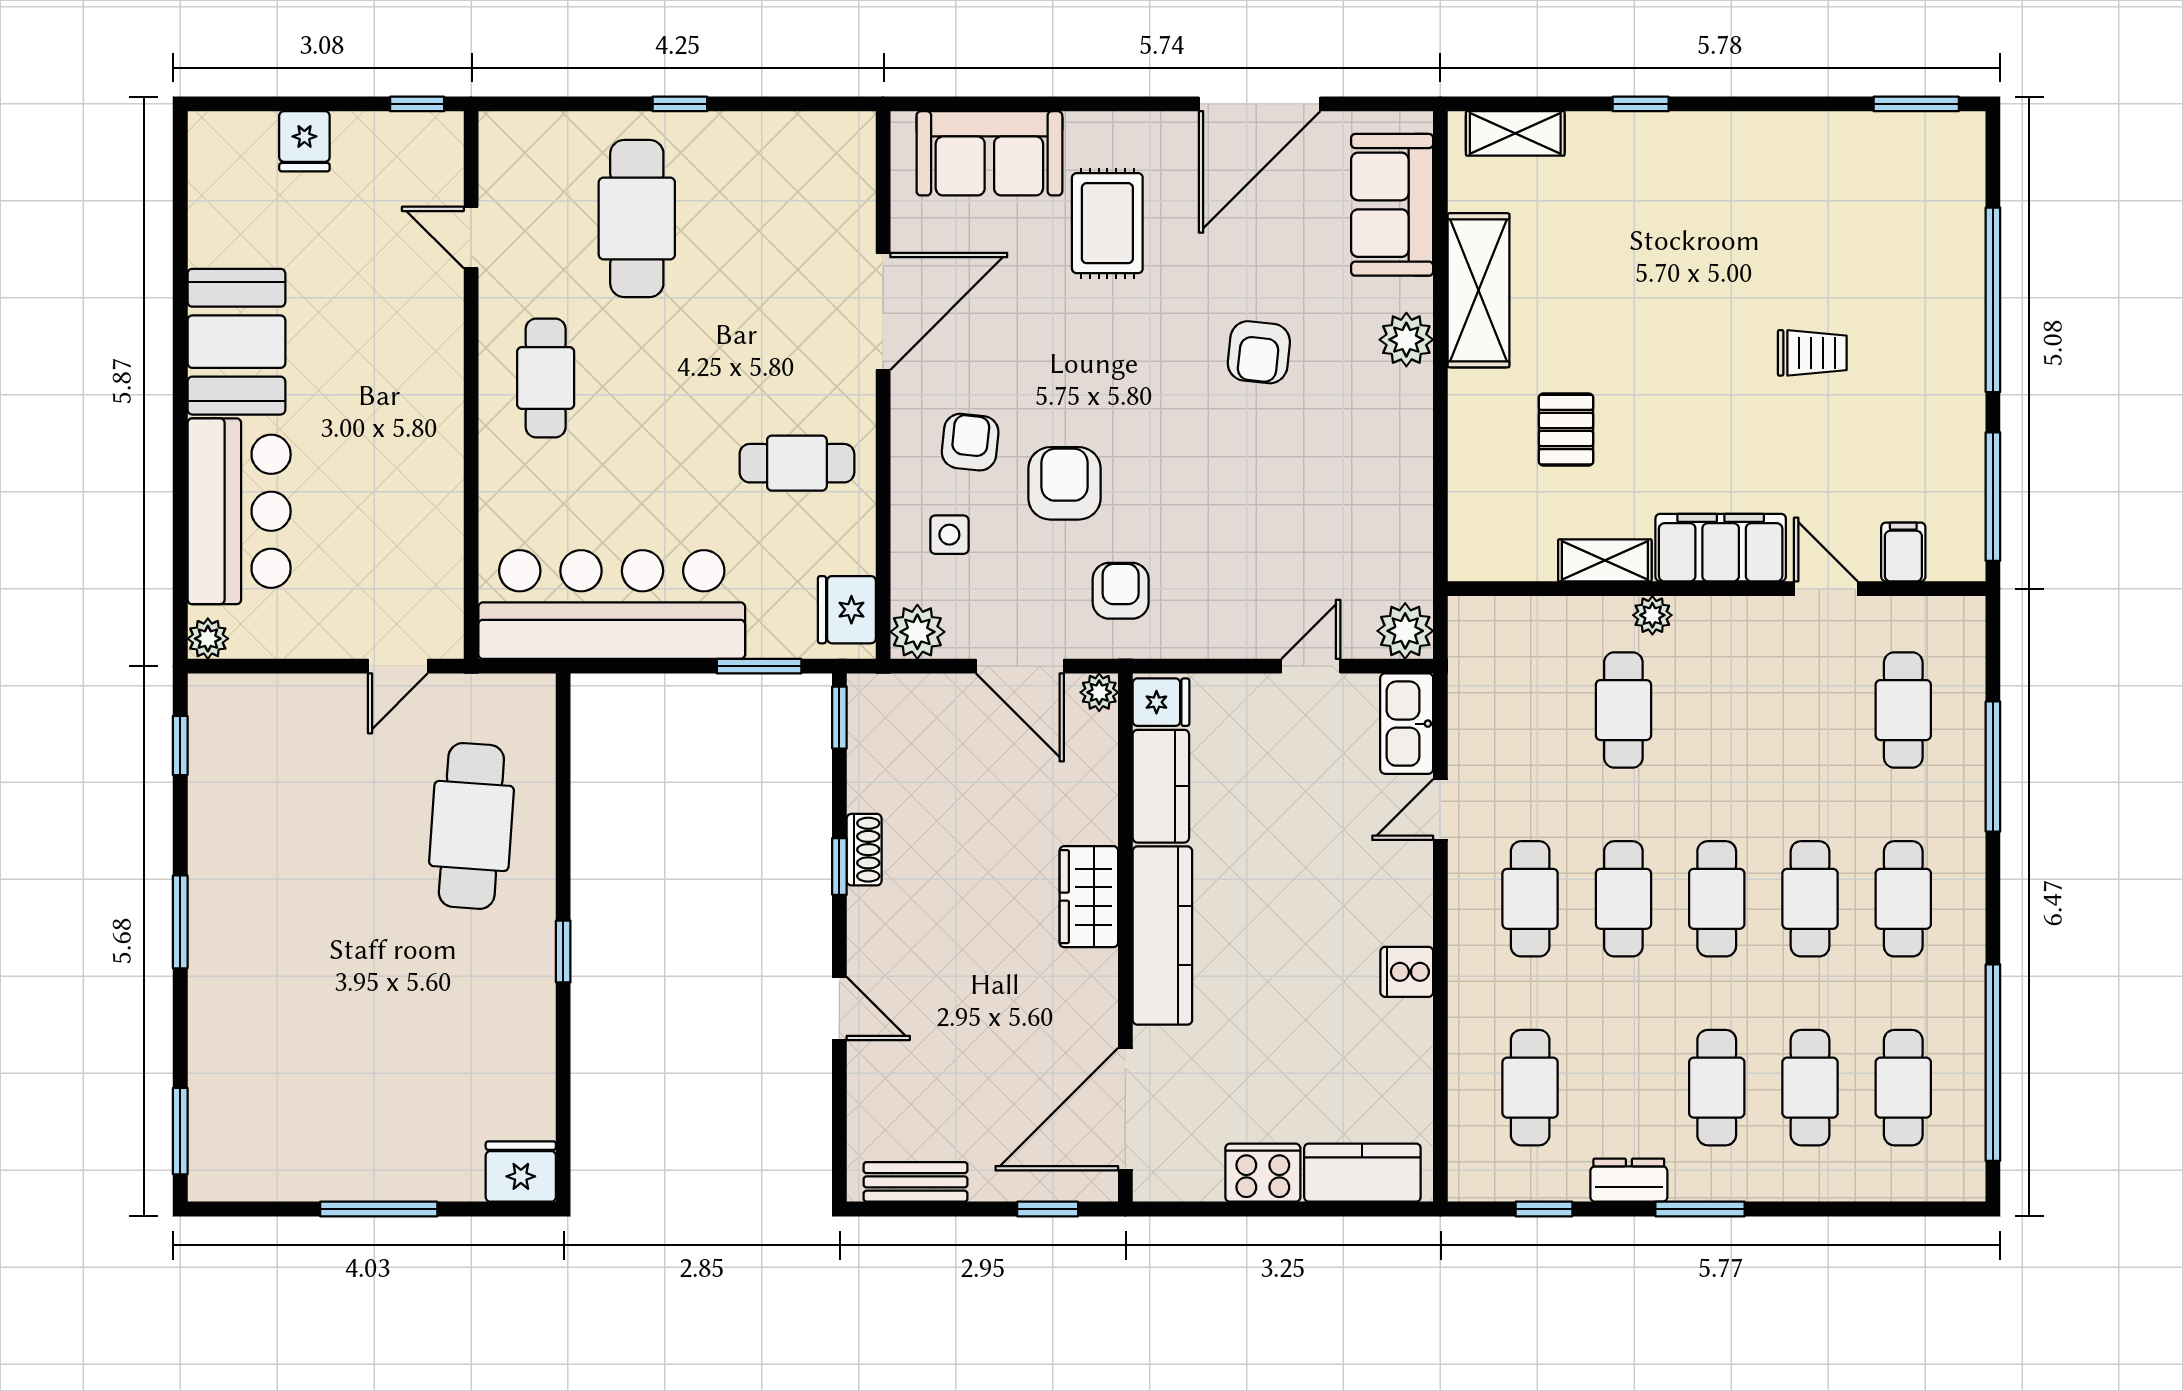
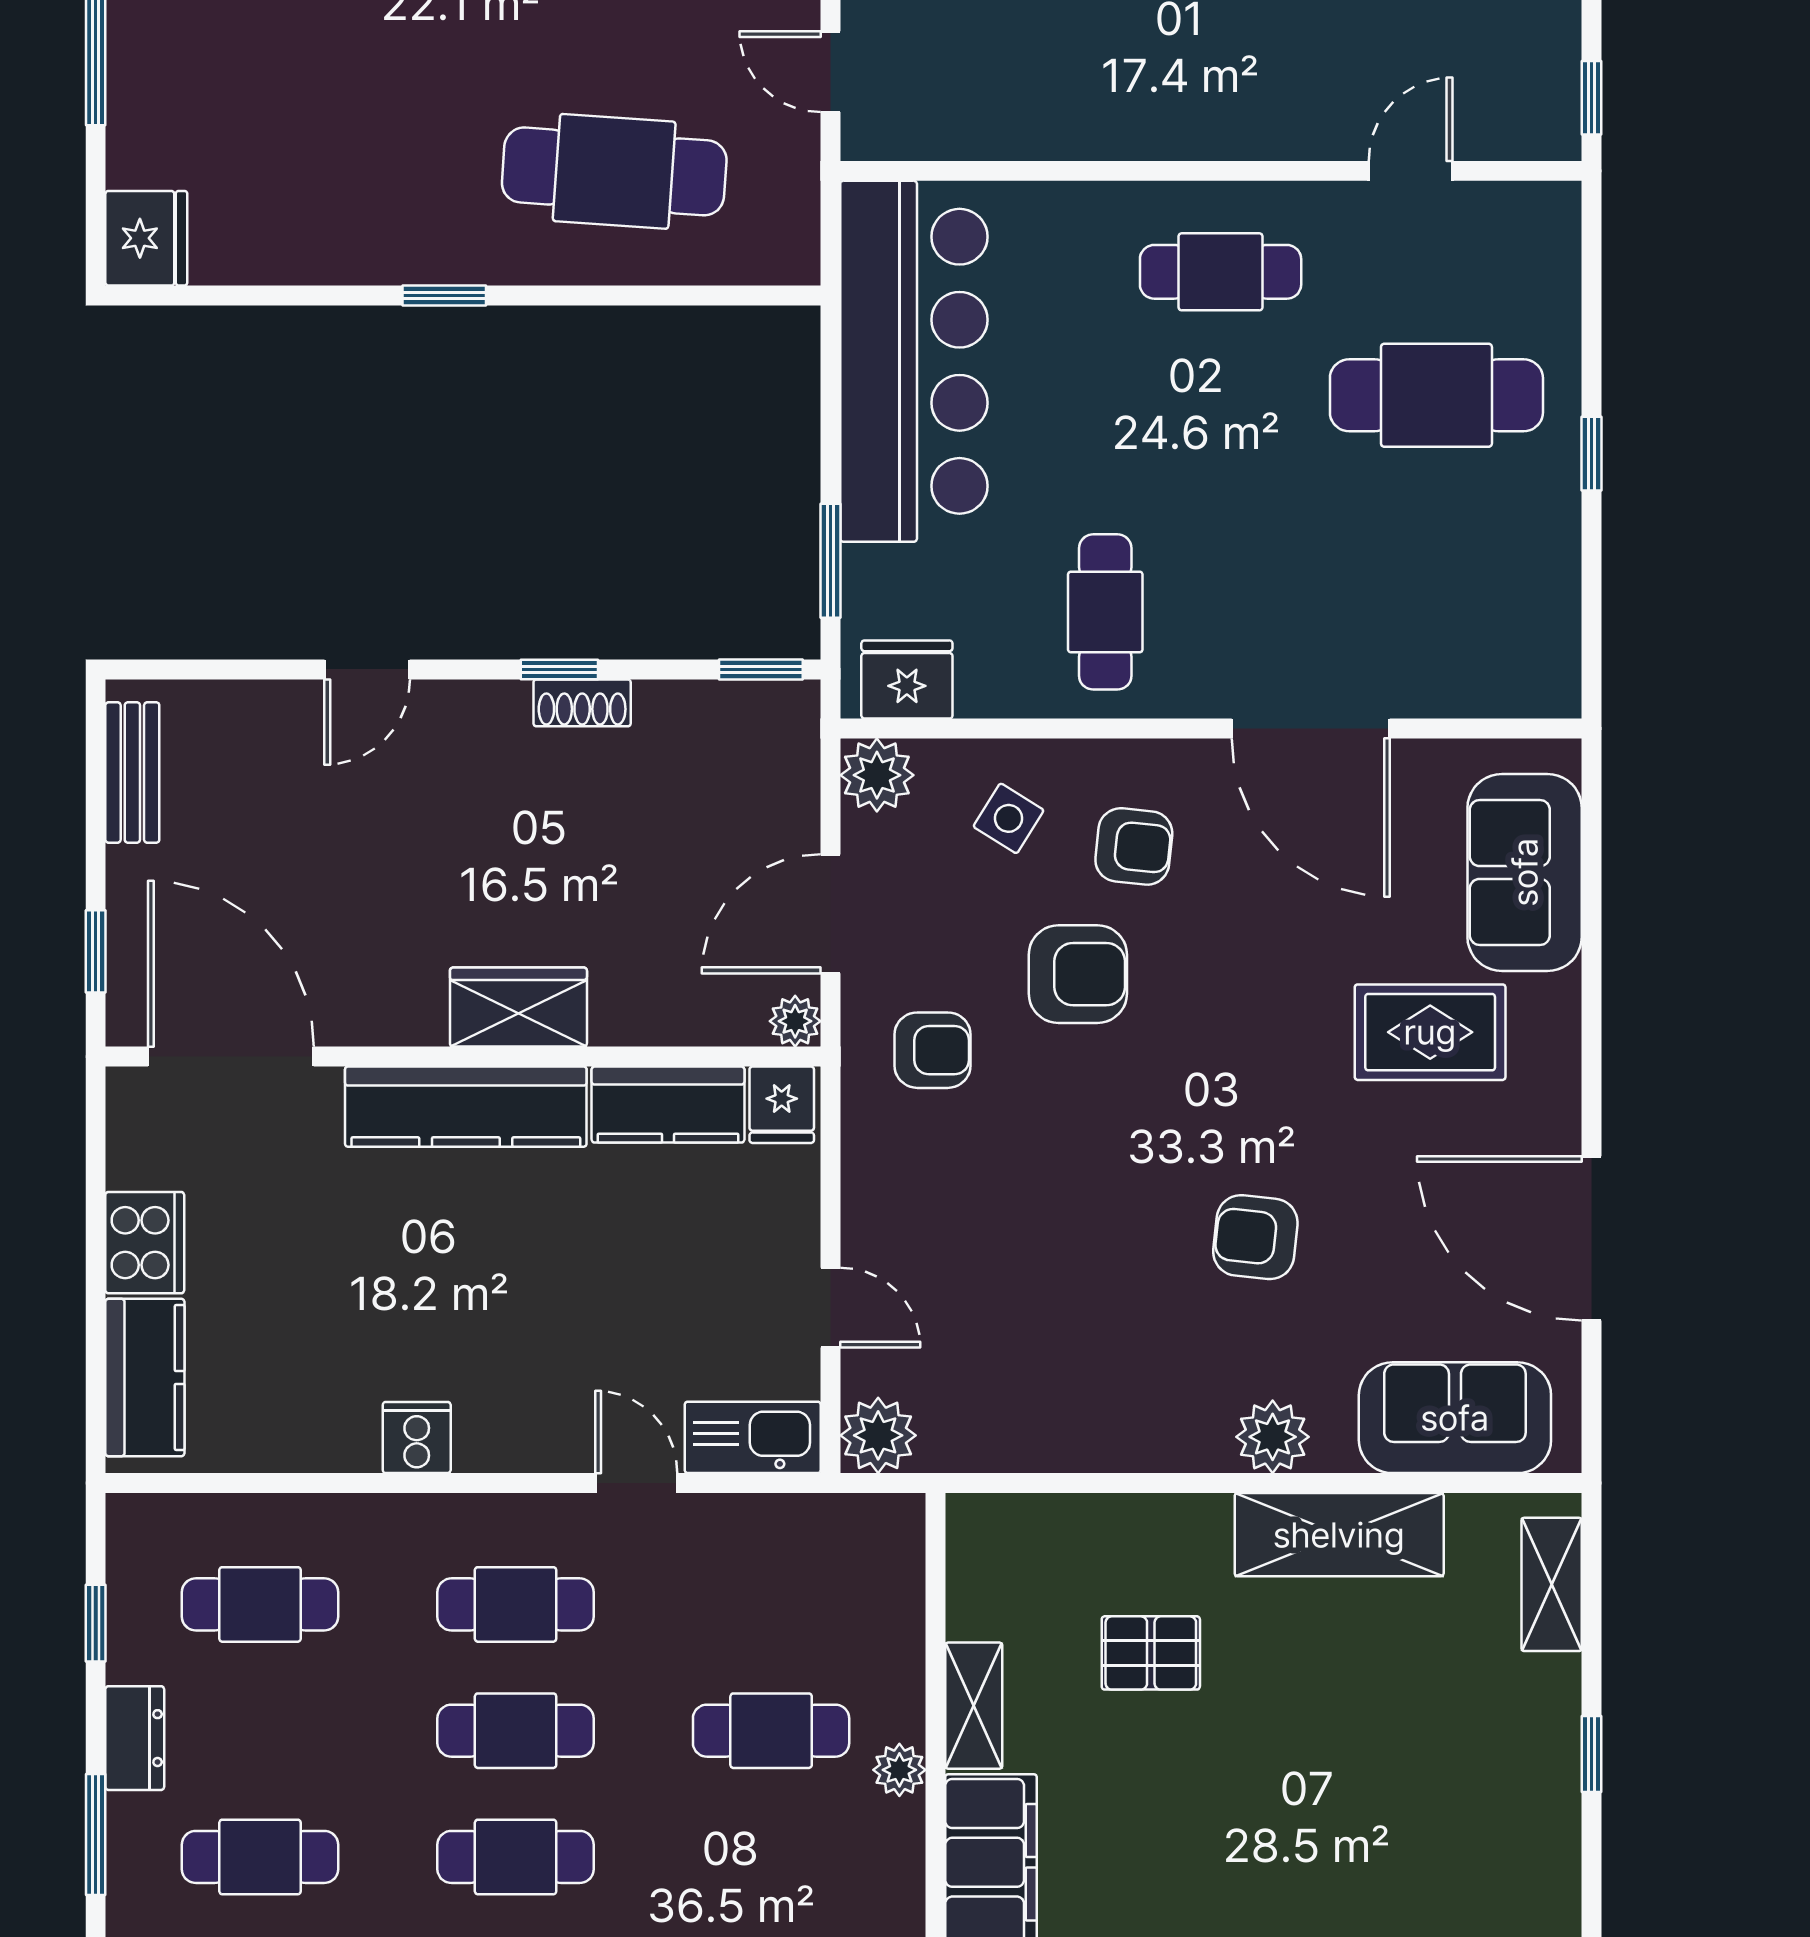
side table: (949, 535) -> (1009, 818), turned 32

